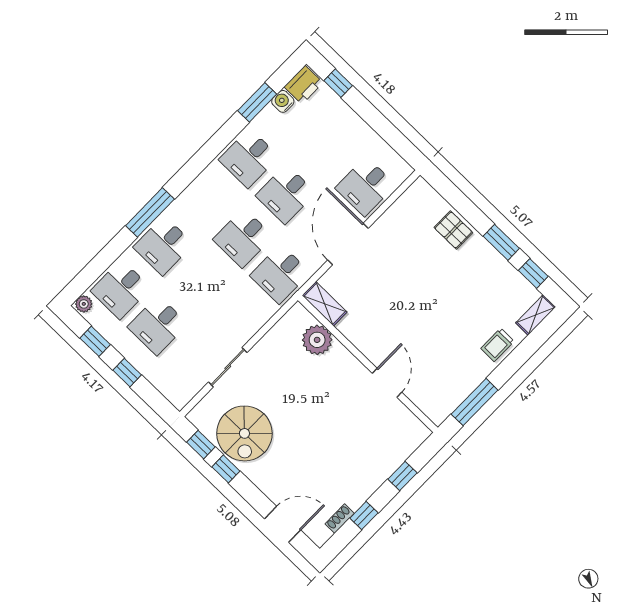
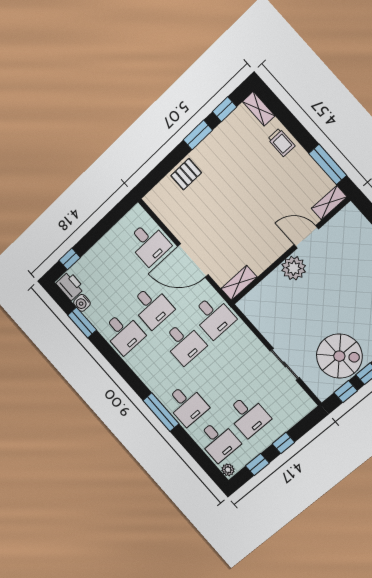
plant: (317, 340) -> (294, 268), moved
shelving: (430, 407) -> (329, 203), added

